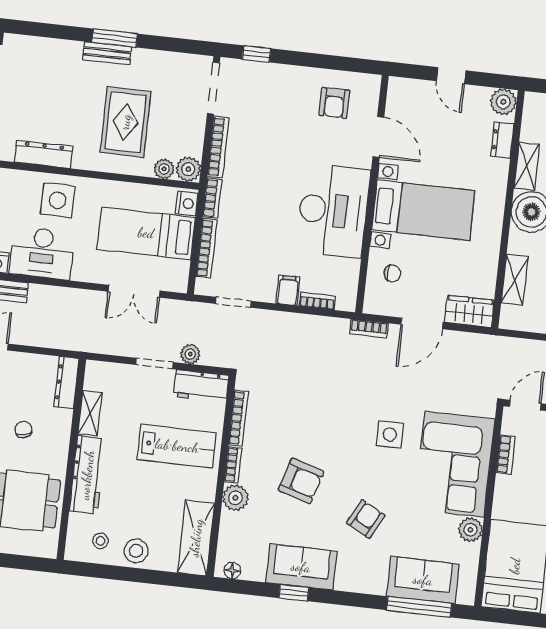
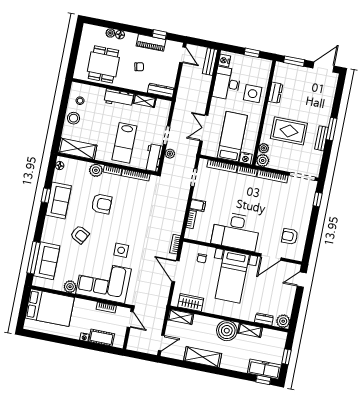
bench: (107, 53) -> (321, 138), moved
door: (451, 76) -> (302, 280), moved
dresser: (44, 154) -> (275, 93), width x0.70
shelving: (515, 280) -> (181, 317), moved
wardrobe: (469, 311) -> (191, 303), moved, turned -90
workbench: (87, 475) -> (119, 98), width x0.73
armchair: (301, 481) -> (102, 204), turned -107

